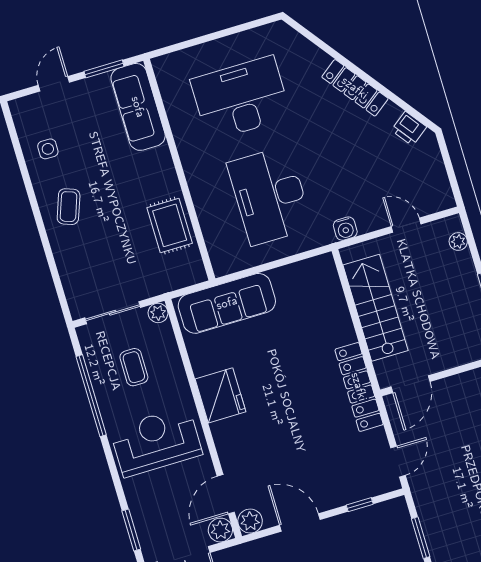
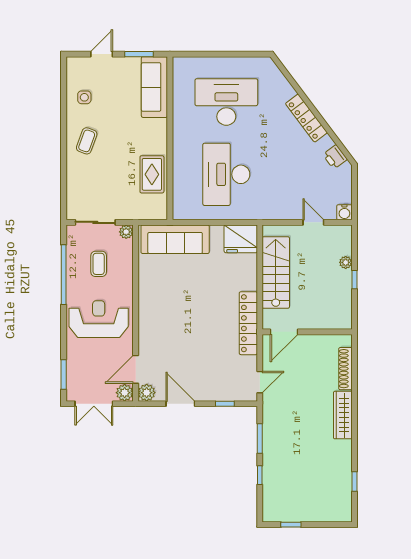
water cooler: (345, 229) -> (344, 212), moved
plant: (458, 242) -> (346, 262), moved
fridge: (220, 395) -> (241, 239), moved, turned 90

